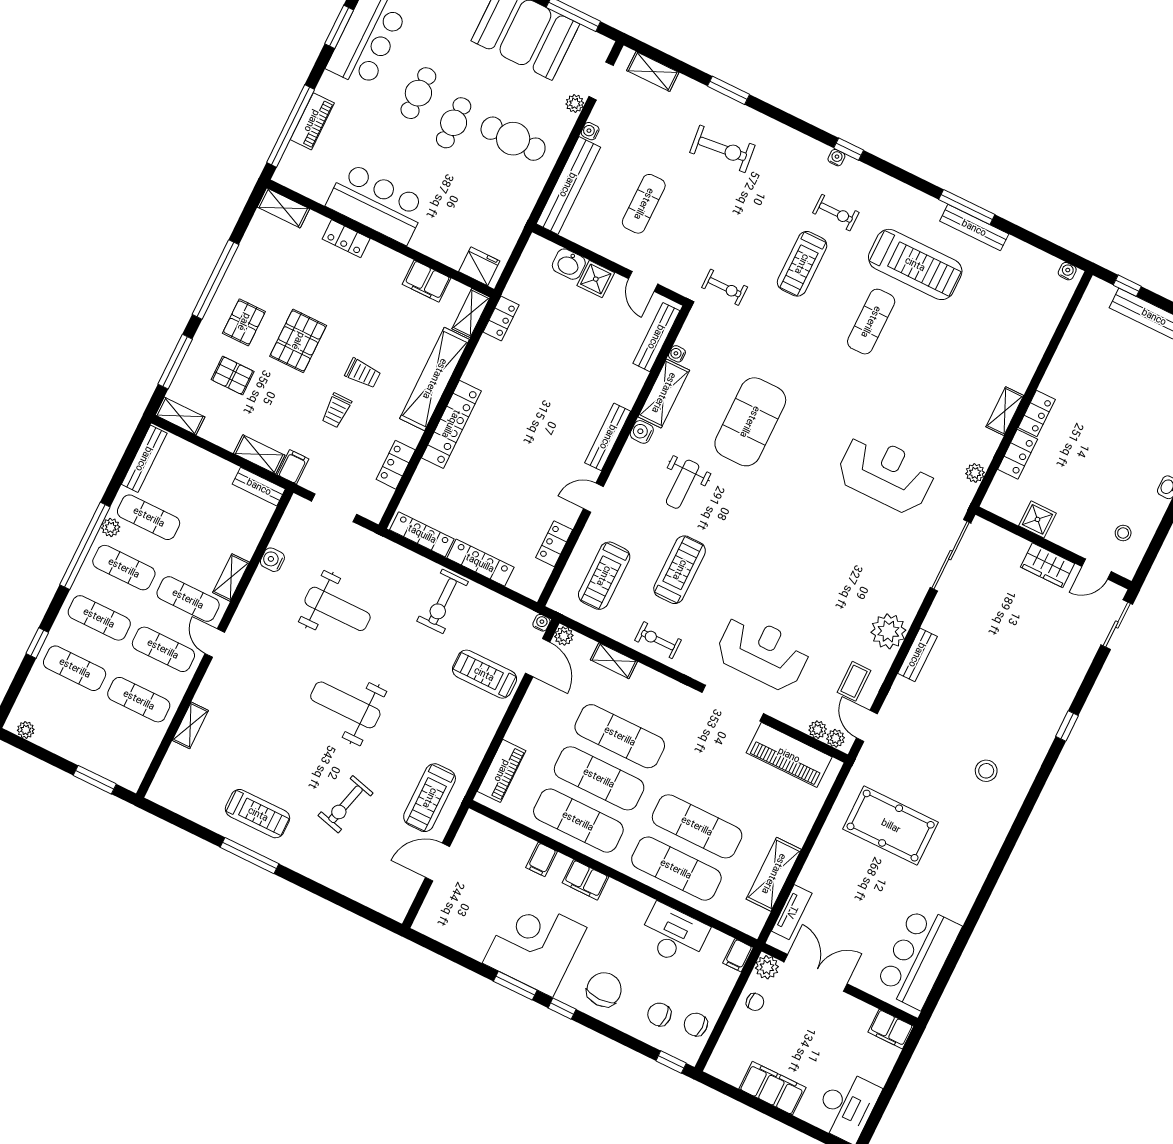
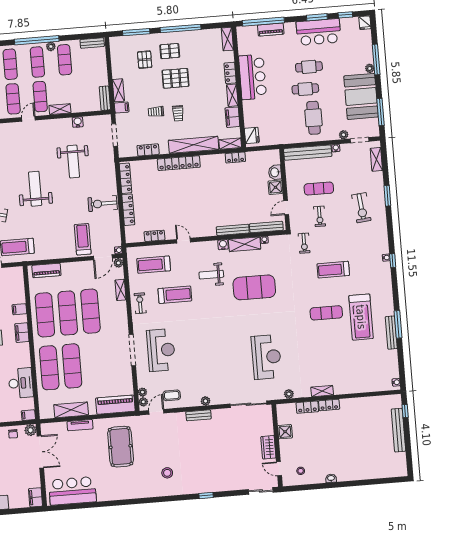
exercise bike: (836, 213) -> (320, 216), moved
shelving: (180, 416) -> (232, 95), moved
bench: (608, 437) -> (233, 230), moved
bench: (144, 459) -> (92, 43), width x0.73
plant: (888, 631) -> (206, 401), width x0.53, depth x0.53
piano: (789, 755) -> (115, 405), moved, turned 90
tv unit: (792, 912) -> (80, 425), moved

